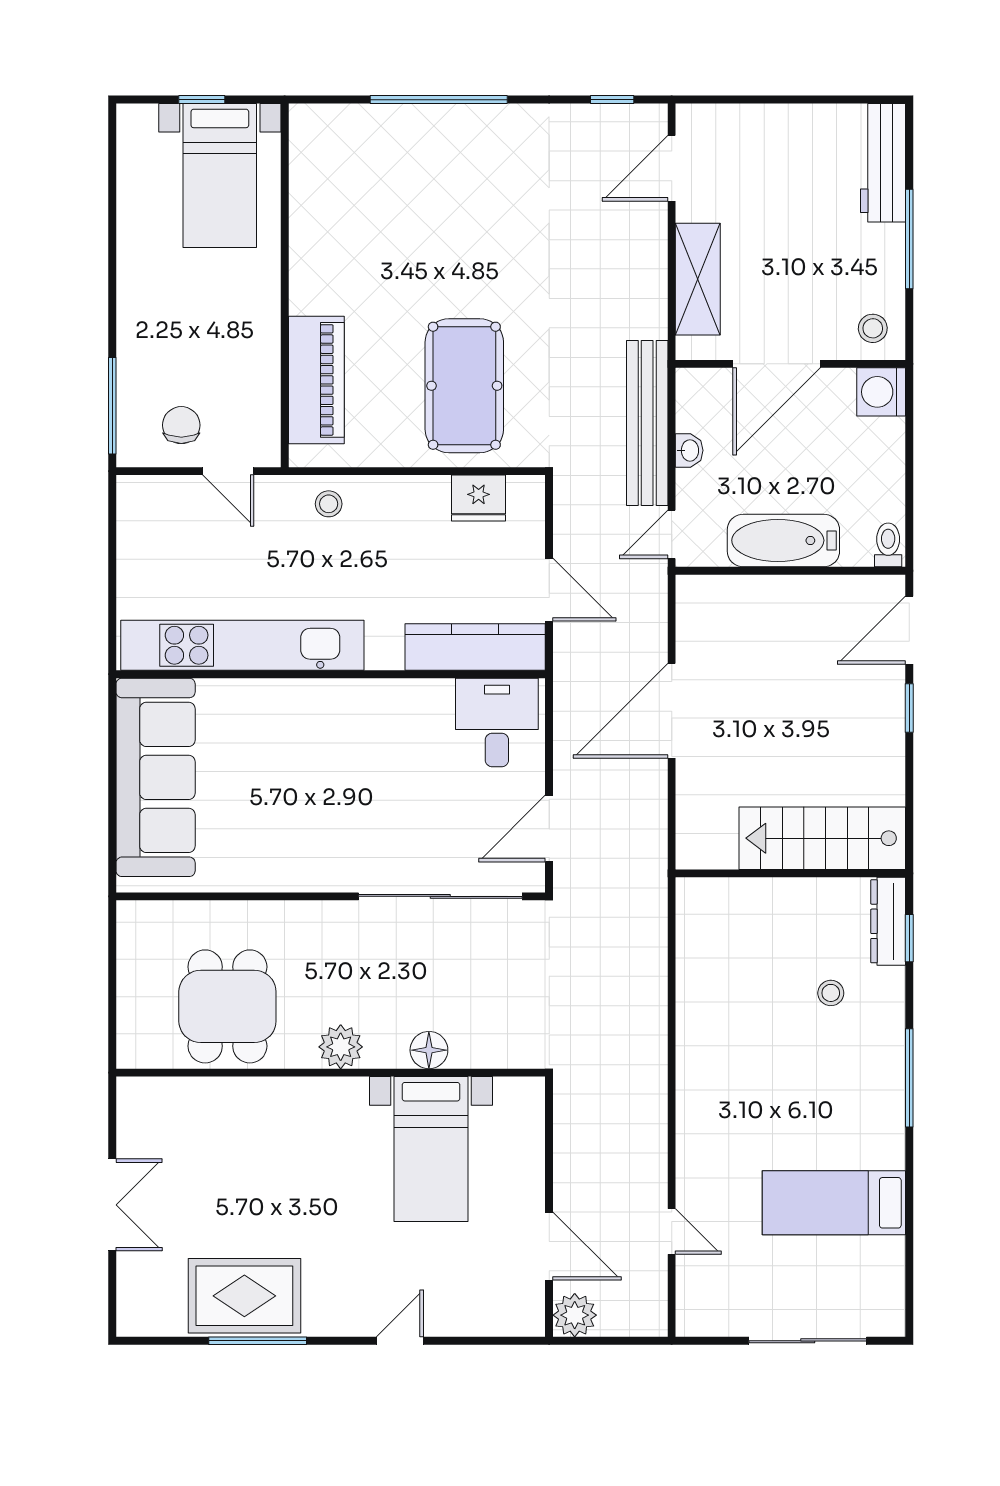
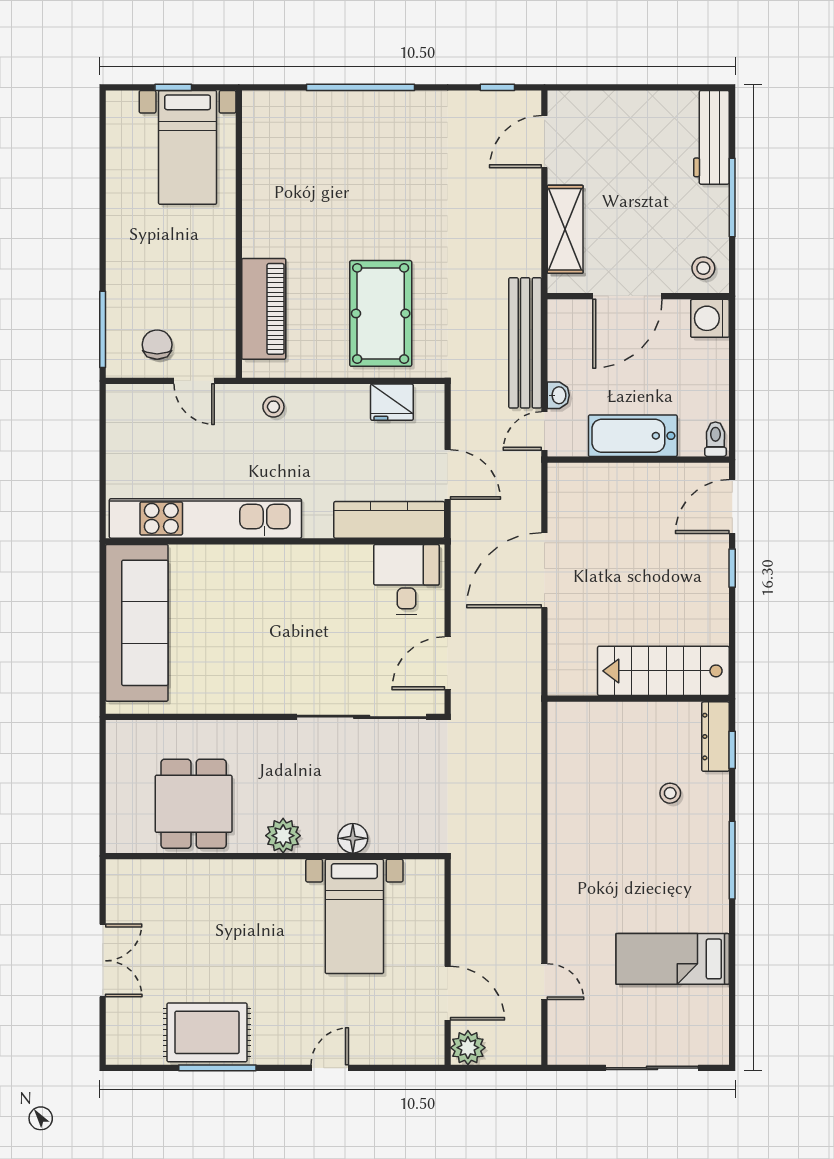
washbasin: (689, 450) -> (558, 395), moved

